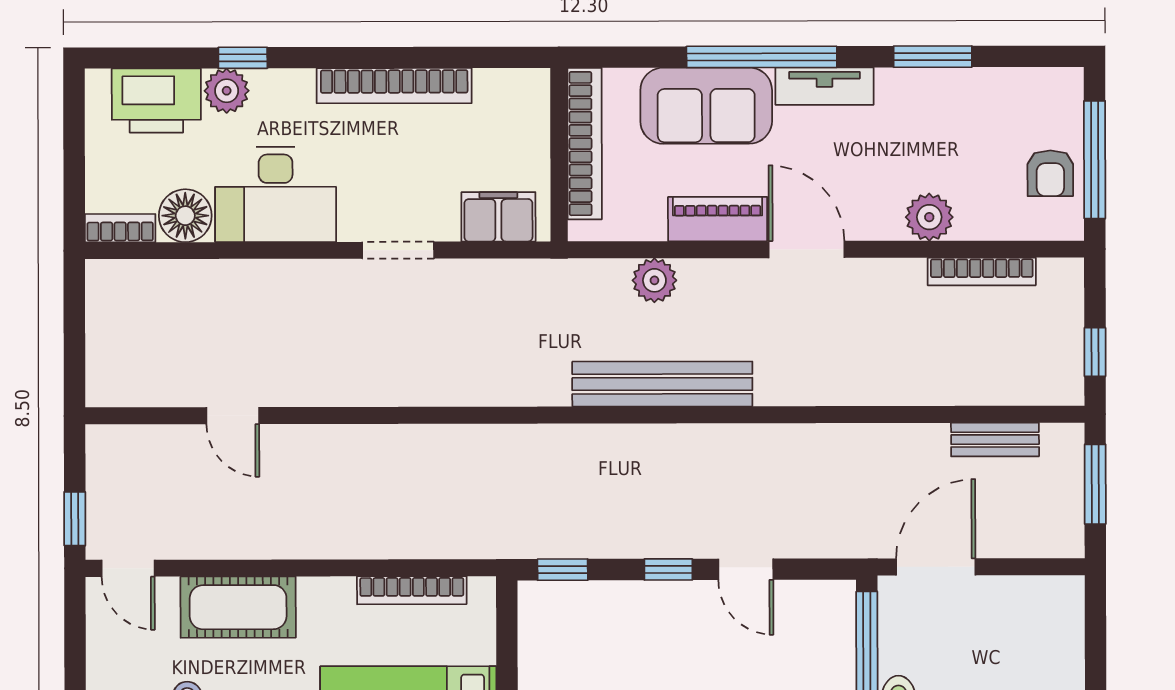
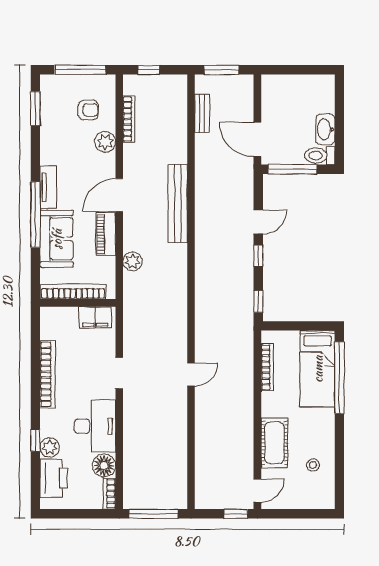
window: (933, 57) -> (35, 109), moved
armchair: (1050, 173) -> (88, 110), moved
filing cabinet: (498, 217) -> (95, 317), moved, turned -90
window: (74, 330) -> (154, 514), added
window: (1095, 352) -> (149, 70), moved
bench: (662, 384) -> (178, 203), moved
door: (233, 416) -> (191, 374), moved

